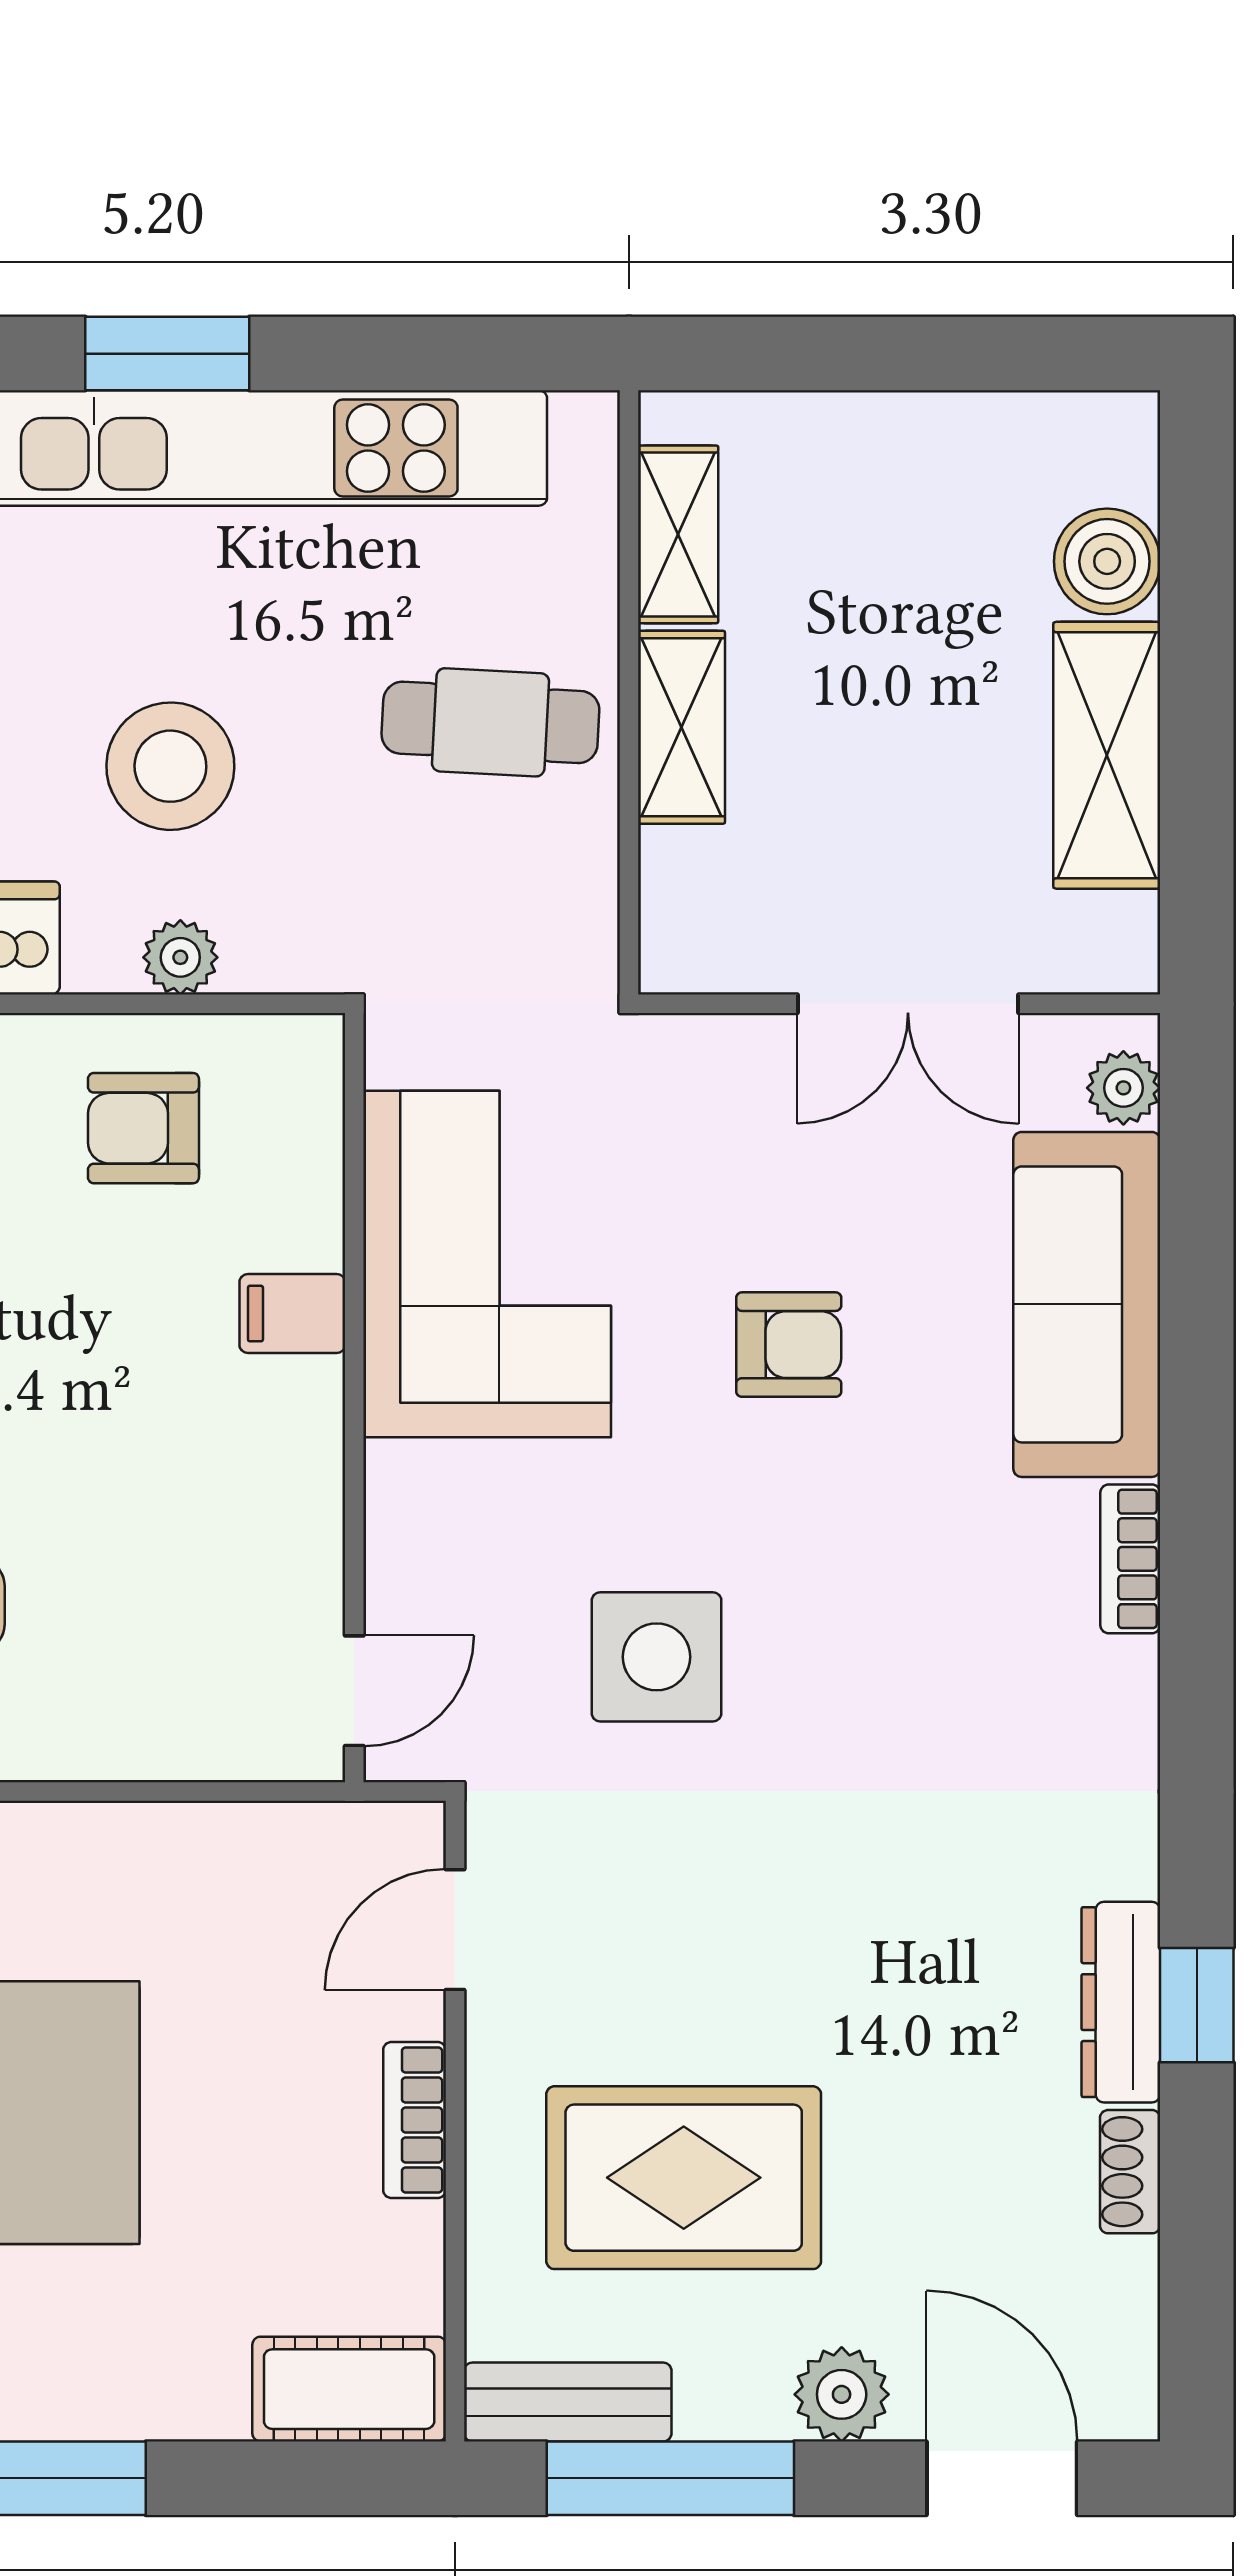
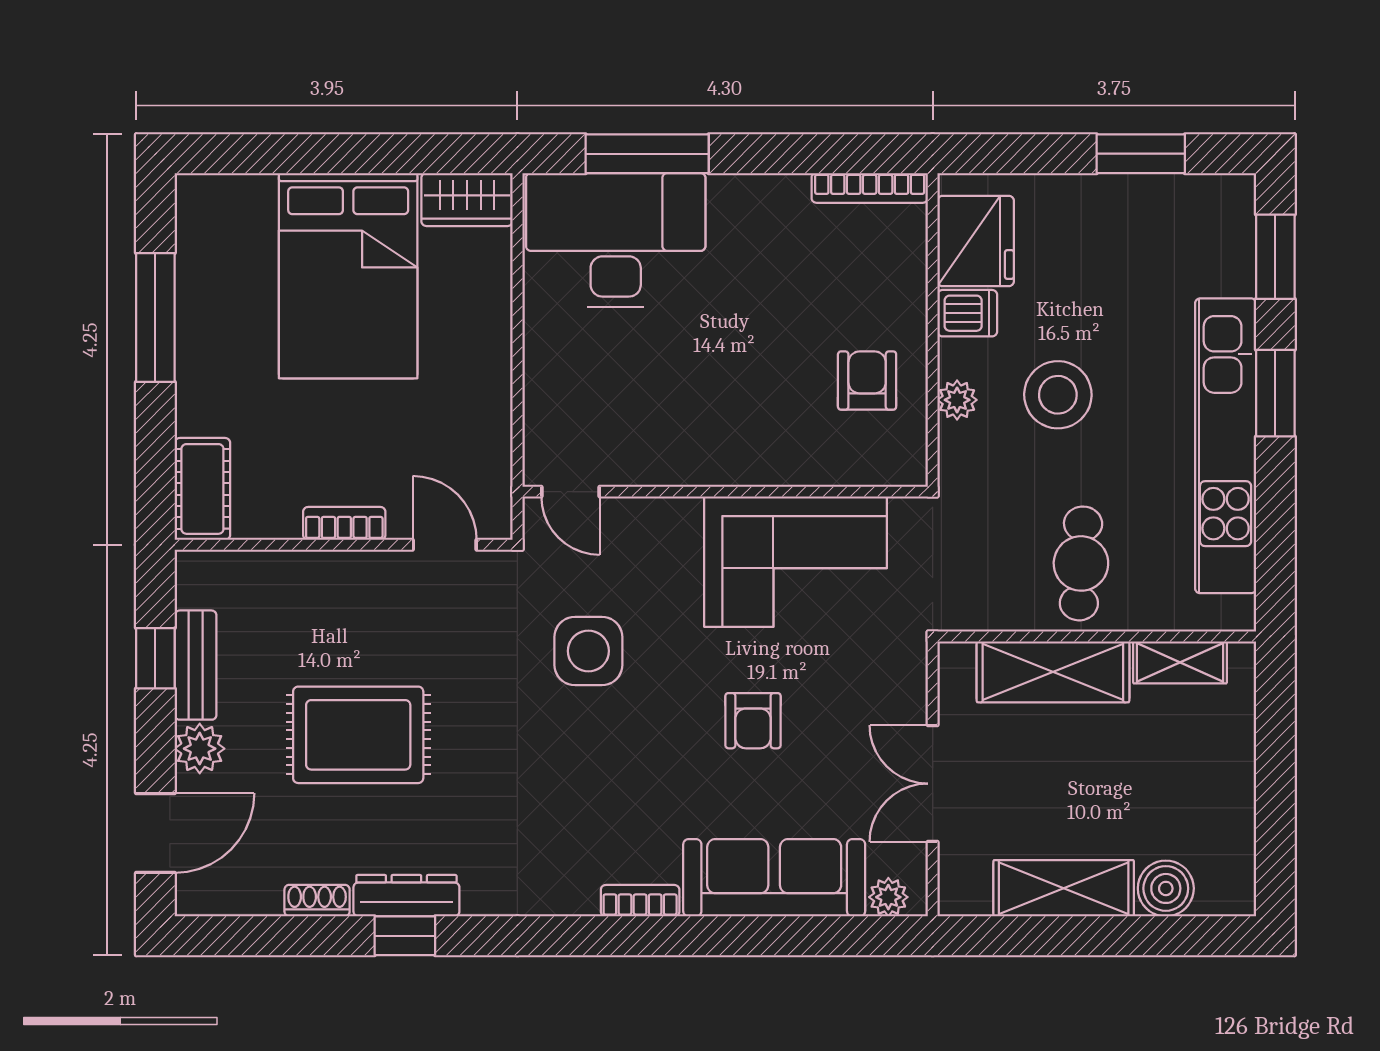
shelving: (682, 727) -> (1053, 672), width x1.50, depth x1.33
filing cabinet: (292, 1314) -> (769, 459), removed
rug: (684, 2178) -> (358, 735), moved, turned 90
bench: (568, 2402) -> (196, 665), moved
window: (670, 2478) -> (155, 658), width x0.46

